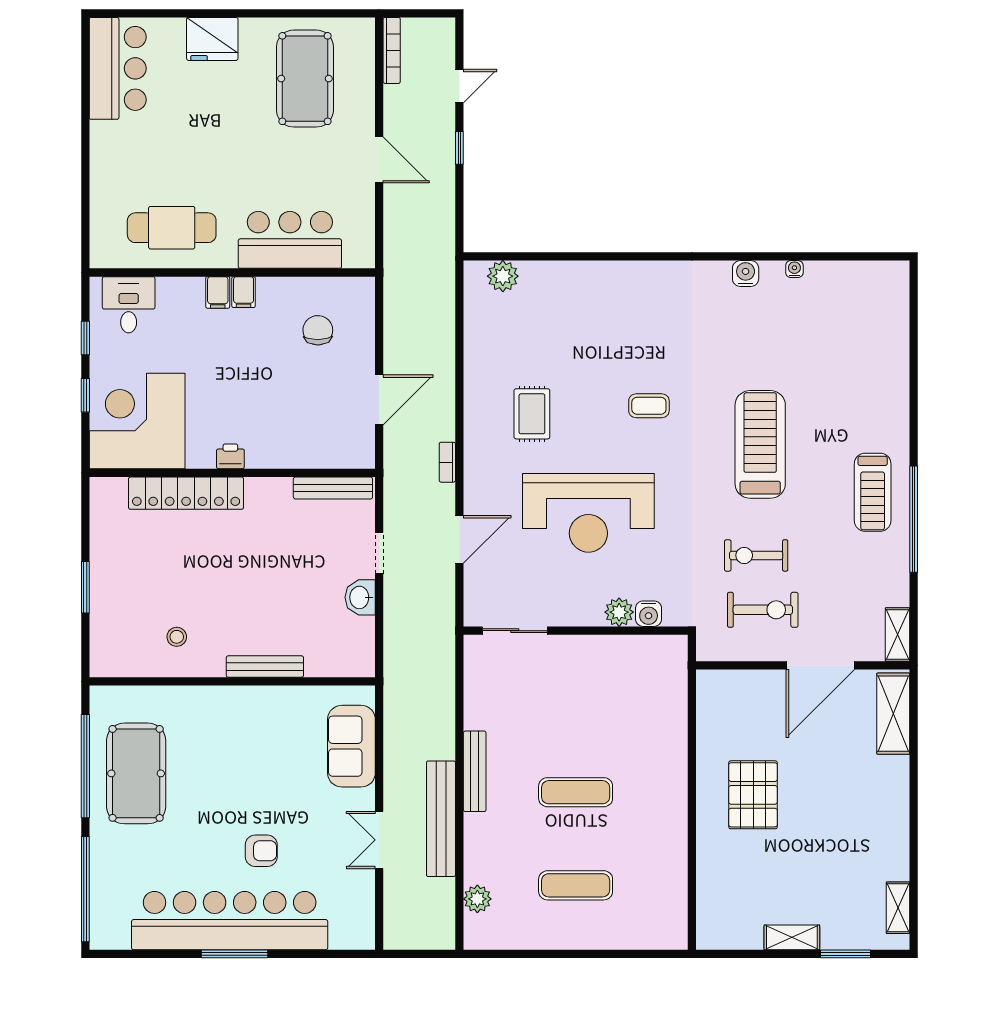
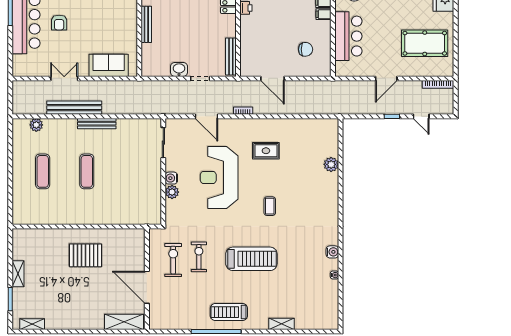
plant: (503, 276) -> (331, 164), moved
exercise bike: (763, 610) -> (173, 260), turned 180
water cooler: (649, 614) -> (171, 178), moved
shelving: (898, 634) -> (282, 324), moved

